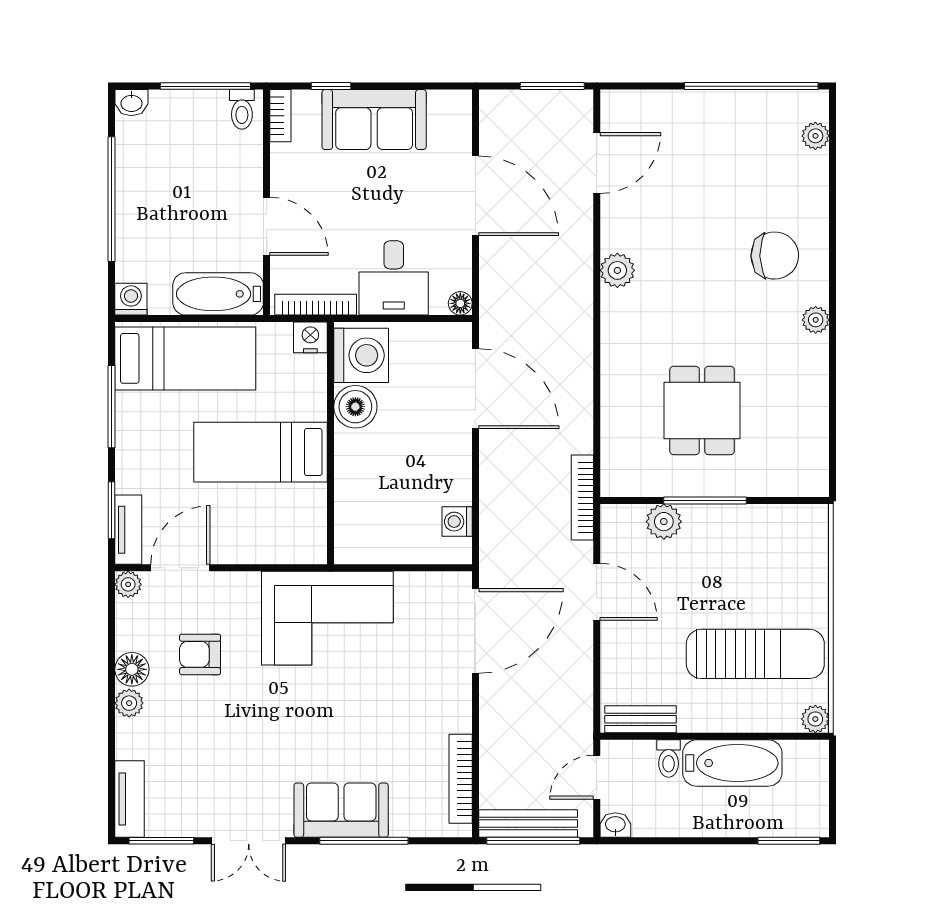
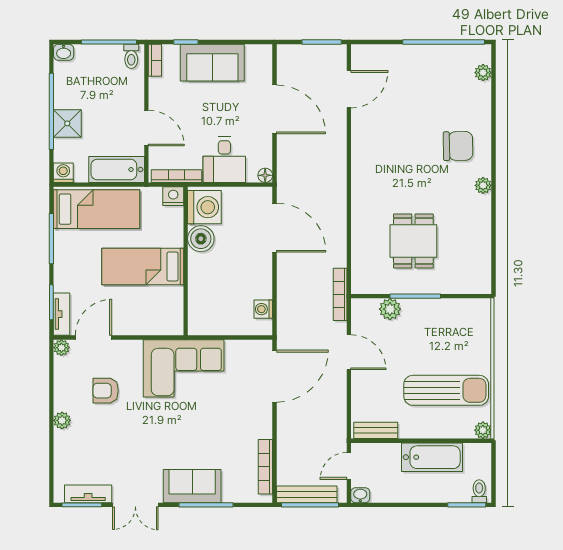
shower: (138, 219) -> (67, 123), added
plant: (617, 270) -> (362, 155), removed
floor lamp: (132, 669) -> (64, 400), removed
toilet: (669, 758) -> (479, 491), moved, turned 180
tv unit: (130, 799) -> (88, 494), moved, turned -90

